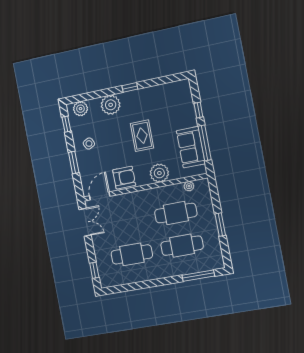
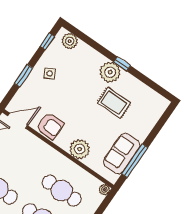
plant: (111, 105) -> (110, 72), moved
window: (198, 110) -> (155, 132), removed
rug: (142, 136) -> (114, 103), moved, turned 90
plant: (189, 186) -> (104, 190), moved

